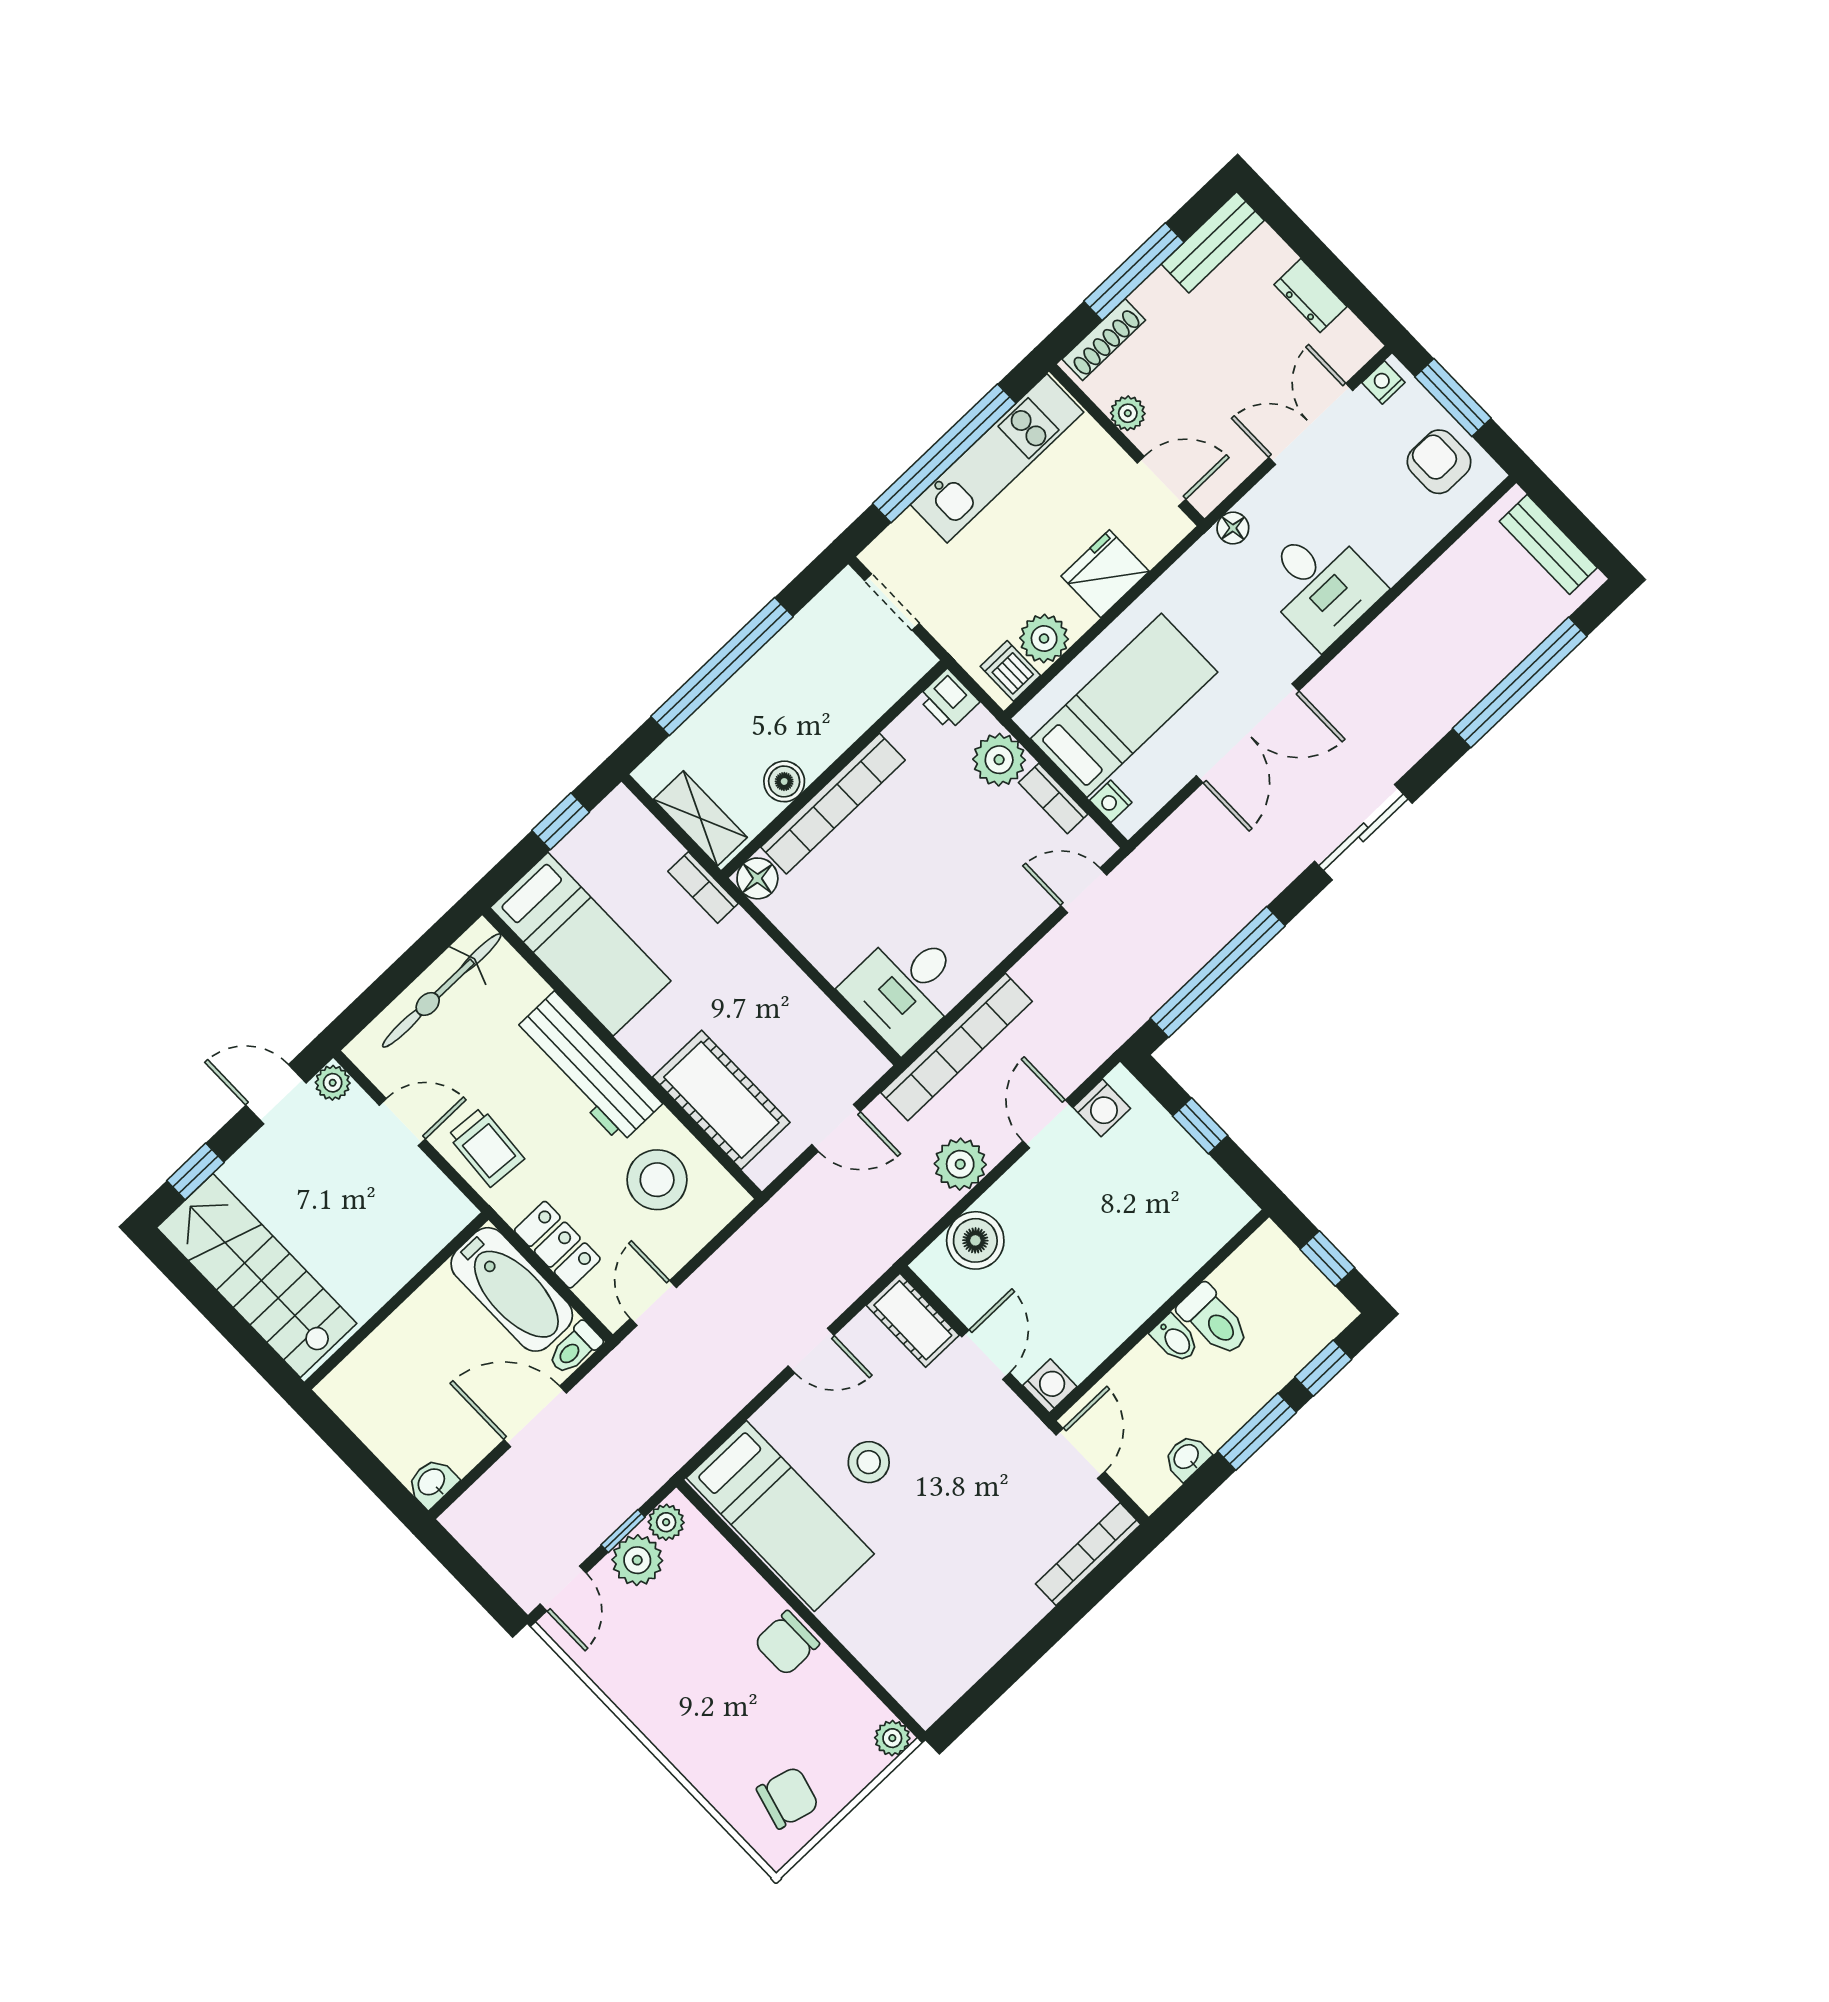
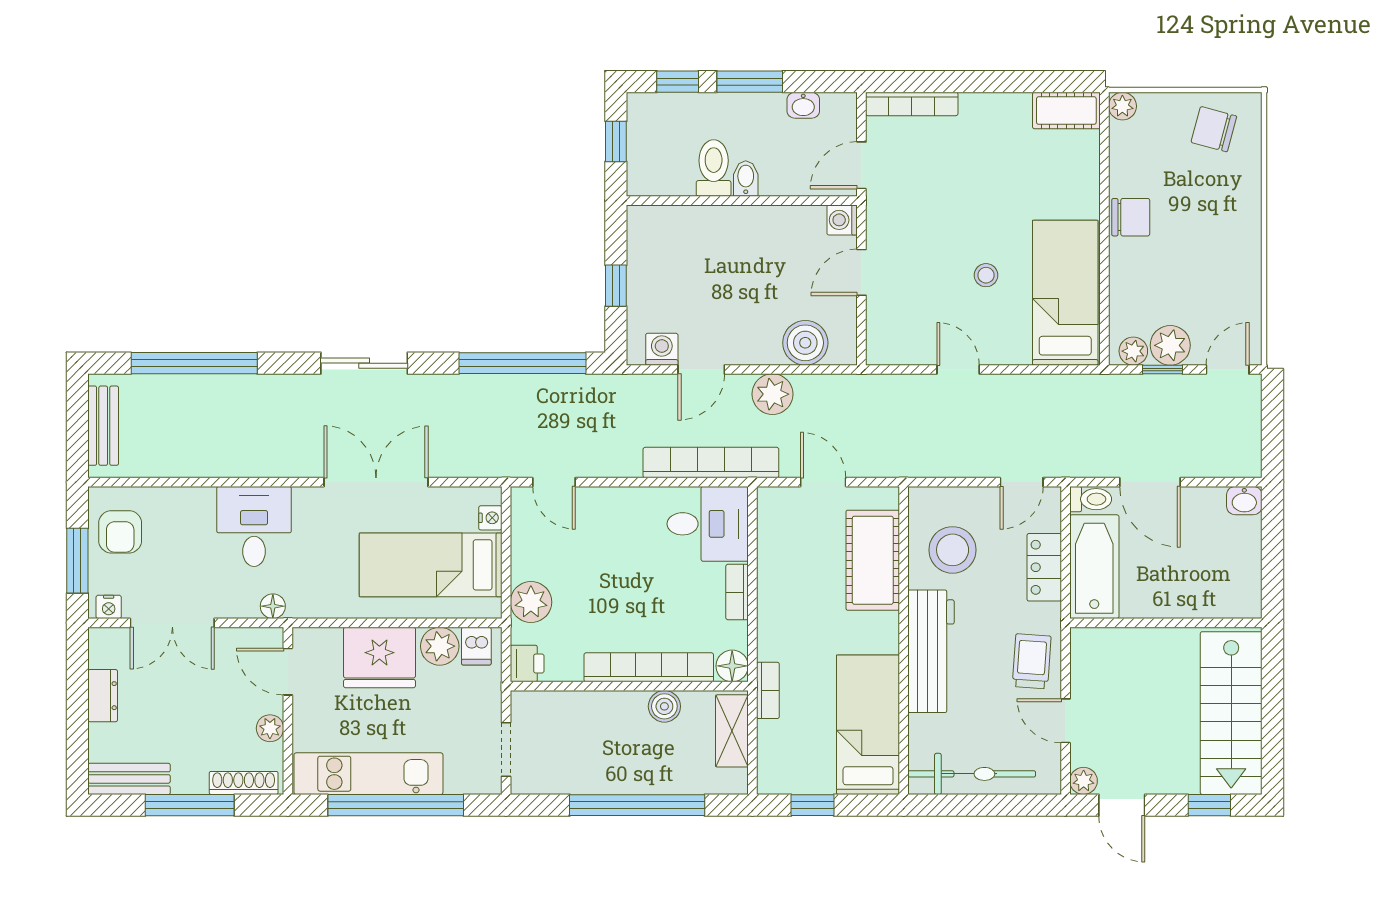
fridge: (1105, 574) -> (379, 657), width x1.36, depth x1.34
bookcase: (1053, 798) -> (737, 592), moved, turned 180
cot: (913, 1320) -> (1066, 111), moved, turned 90
stool: (869, 1462) -> (986, 275), width x0.73, depth x0.73

